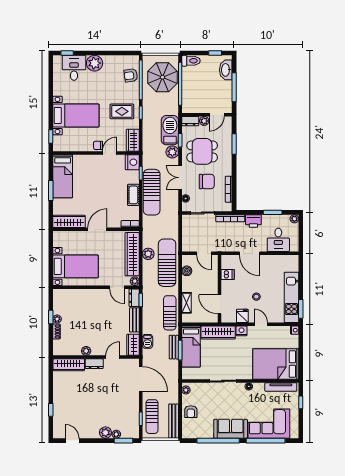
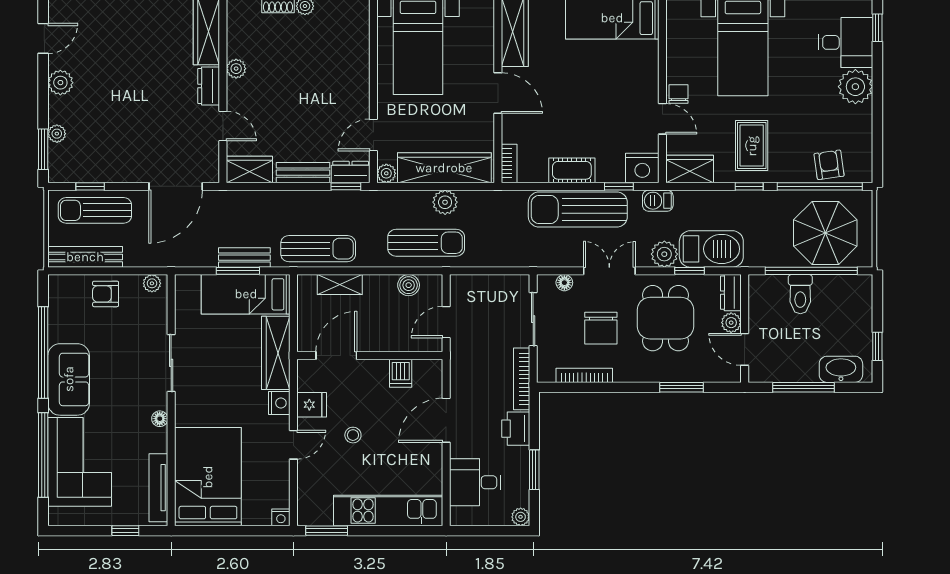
toilet: (191, 61) -> (800, 294), moved
sun lounger: (167, 263) -> (426, 243), width x0.73, depth x0.75
kitchen unit: (291, 297) -> (388, 510), moved
barbecue: (147, 341) -> (658, 201), moved
plant: (105, 433) -> (60, 83), moved

